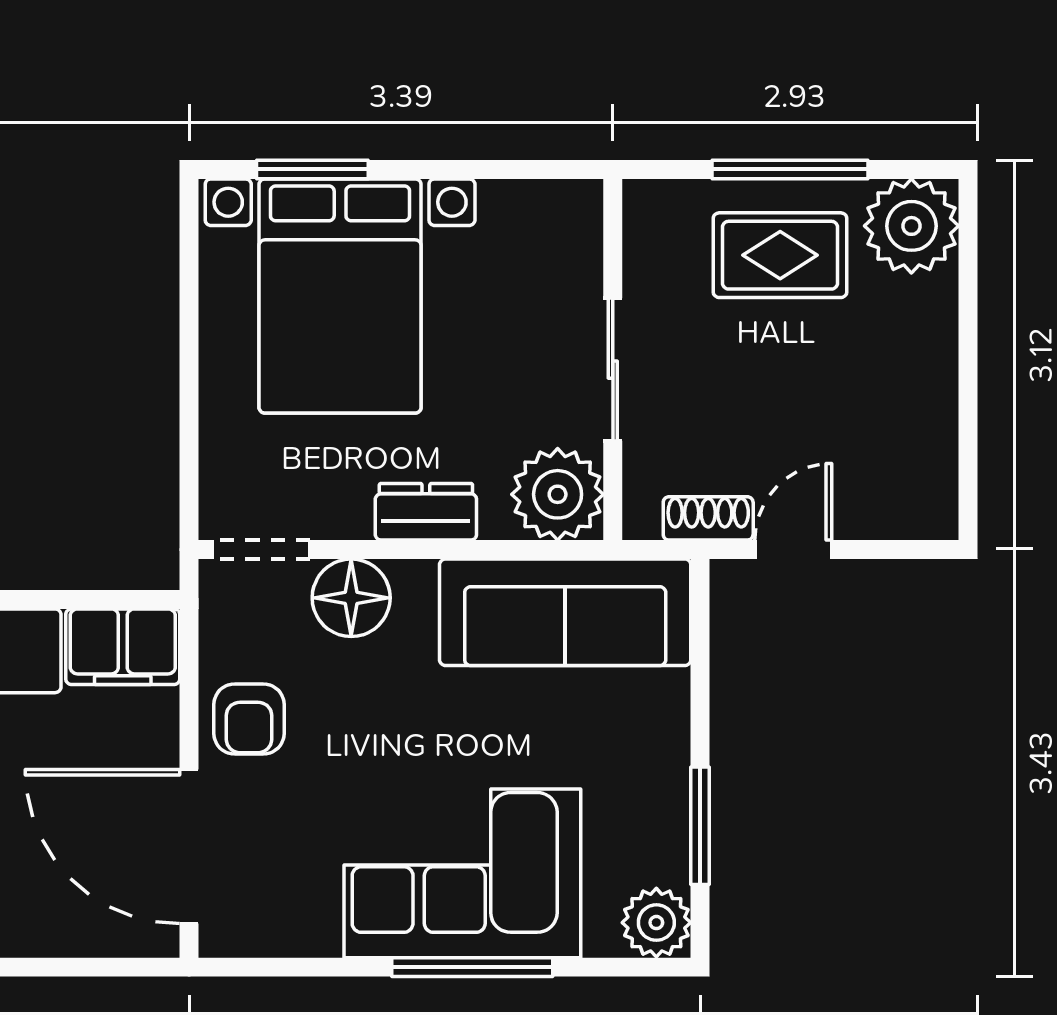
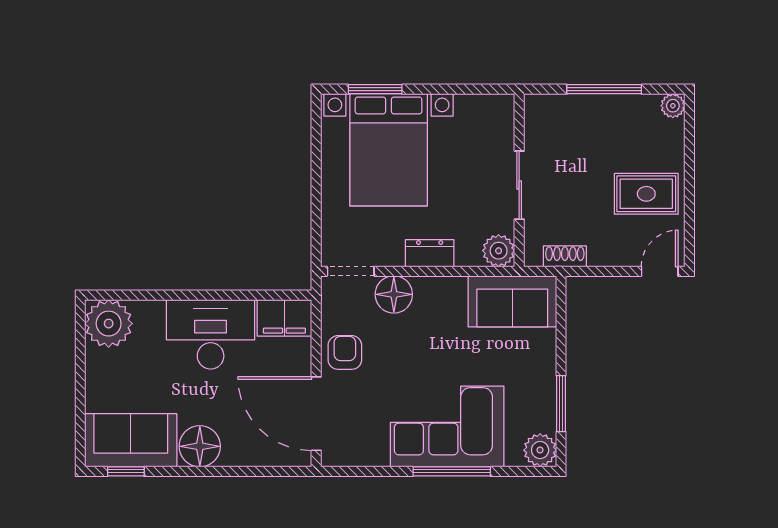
plant: (911, 226) -> (673, 106), width x0.53, depth x0.53
rug: (780, 255) -> (646, 194), moved
plant: (558, 494) -> (499, 251), width x0.73, depth x0.73
door: (793, 550) -> (660, 271), moved
sofa: (565, 612) -> (512, 301), width x0.73
armchair: (249, 719) -> (345, 352), turned 180

